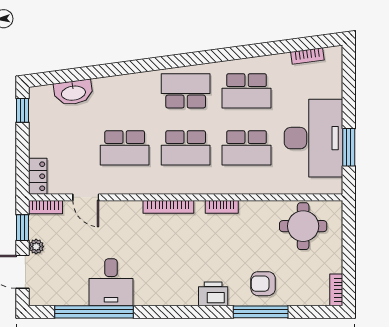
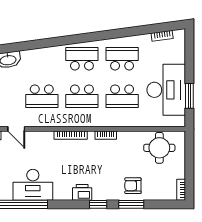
school desk: (247, 91) -> (122, 59), turned 180
desk: (111, 282) -> (33, 185), width x1.37
printer: (213, 294) -> (82, 192), moved
window: (210, 312) -> (98, 204), added
window: (261, 312) -> (131, 204), width x0.69

